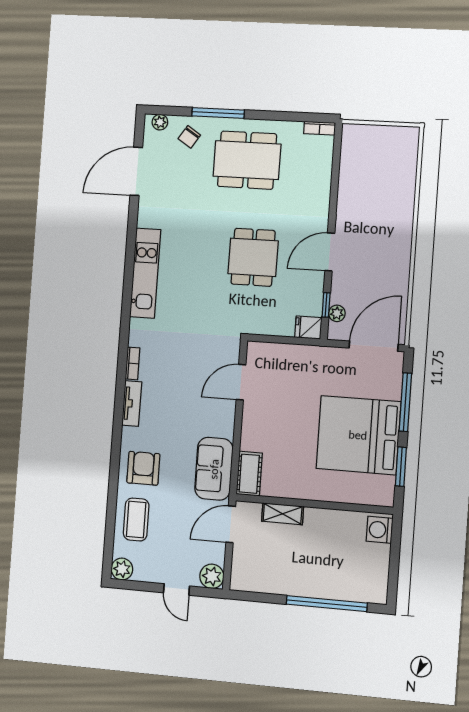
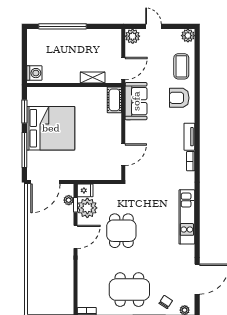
plant: (307, 298) -> (87, 208), added
armchair: (143, 468) -> (179, 98), turned 90

